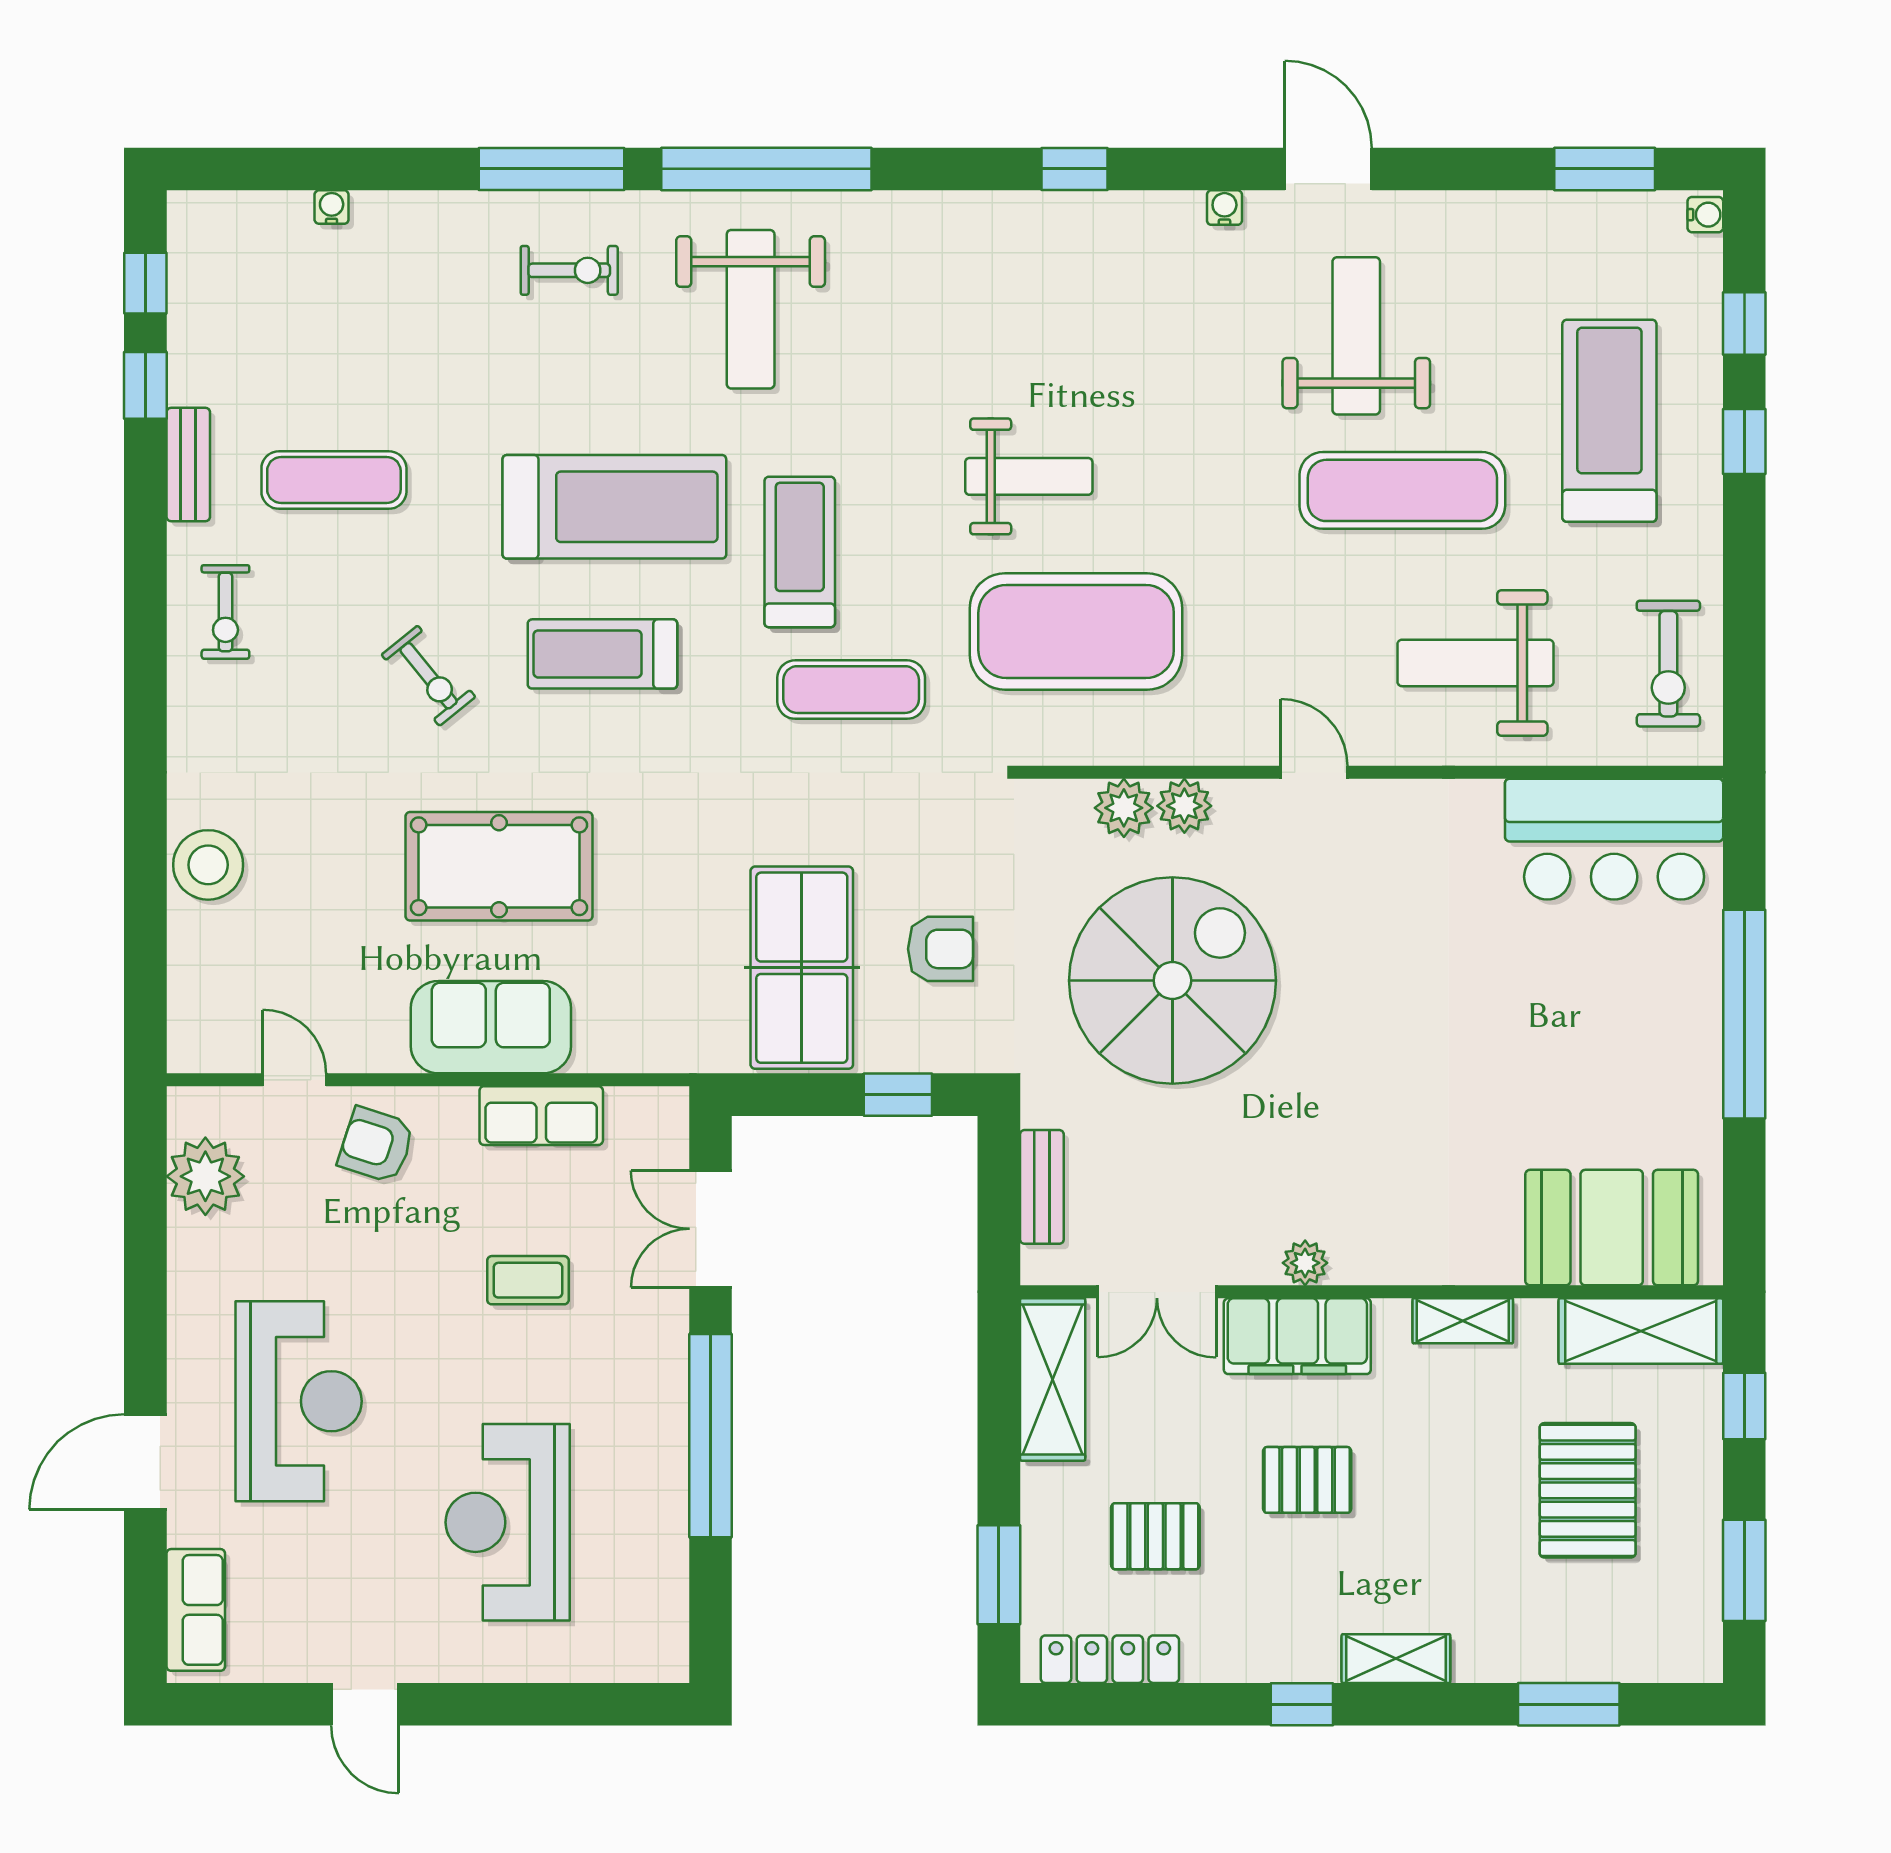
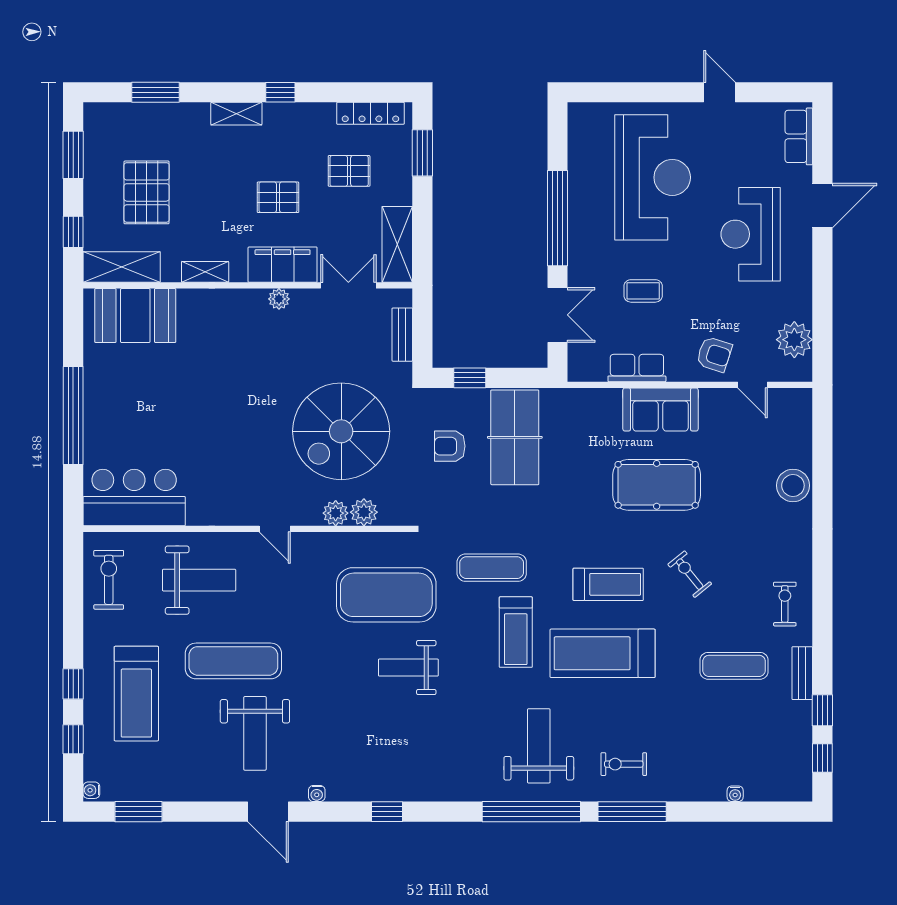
reception desk: (508, 1522) -> (653, 177), width x1.36, depth x1.30

